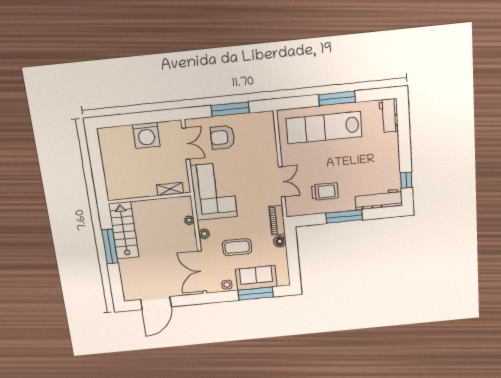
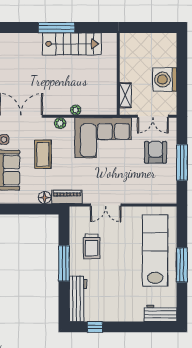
shelving: (170, 189) -> (125, 95), moved
wall: (149, 198) -> (118, 74), moved

